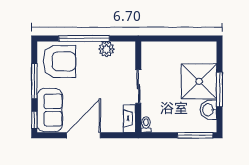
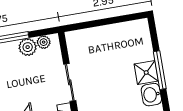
plant: (121, 47) -> (44, 42), added
shower: (199, 81) -> (146, 73), width x0.54, depth x0.54

